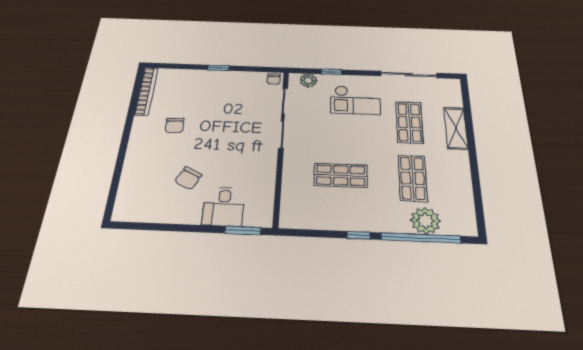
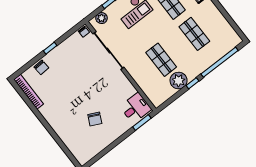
chair: (175, 125) -> (41, 67), moved
shop shelf: (341, 175) -> (161, 60), turned 90
desk: (224, 207) -> (136, 108), moved, turned -90
plant: (425, 221) -> (179, 81), moved

